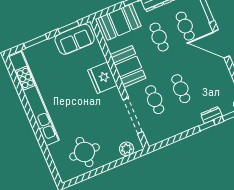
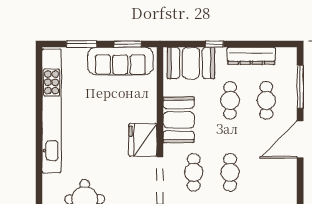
sofa: (75, 39) -> (120, 61), width x1.36
door: (221, 44) -> (300, 139), hinge flipped
fridge: (102, 78) -> (143, 140), moved

